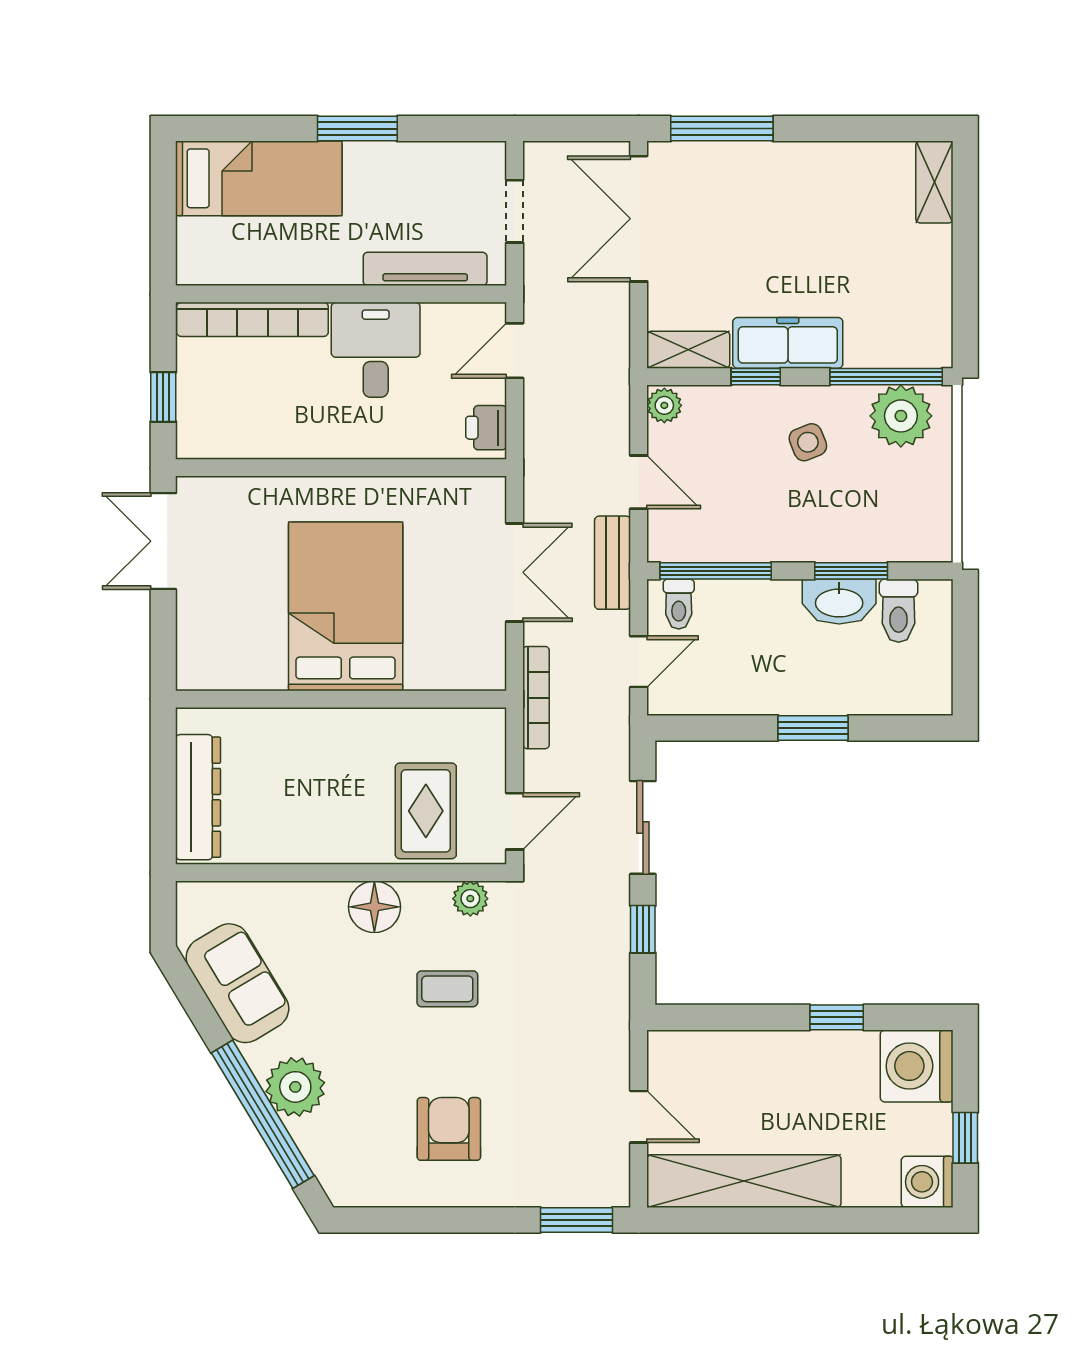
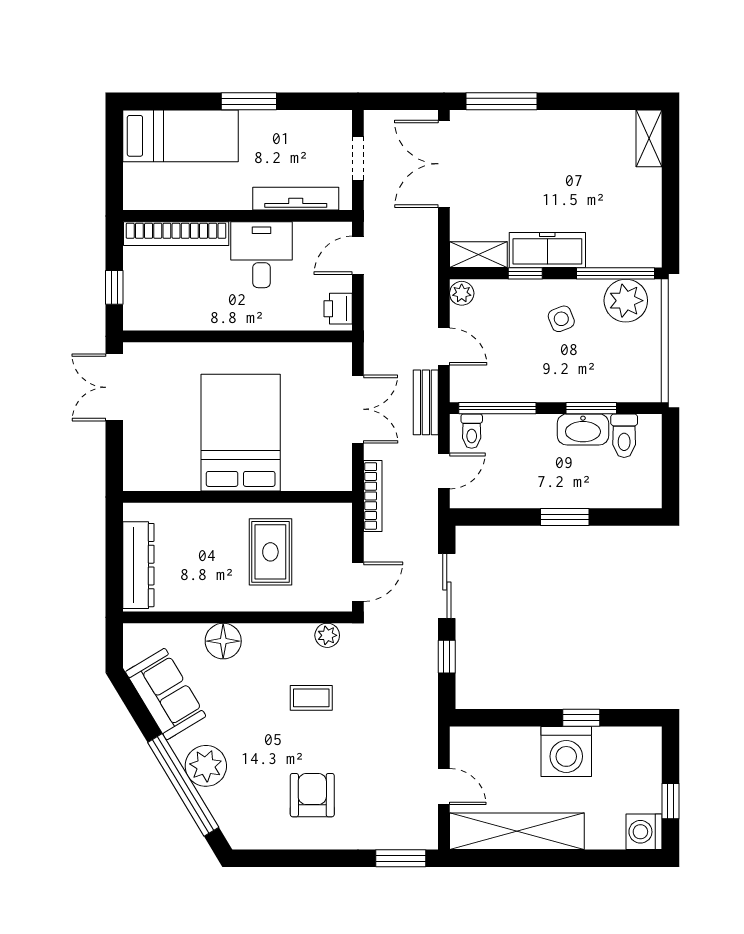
rug: (426, 811) -> (270, 552), moved
floor lamp: (374, 907) -> (223, 641), moved
washing machine: (917, 1066) -> (566, 751), moved, turned -90

